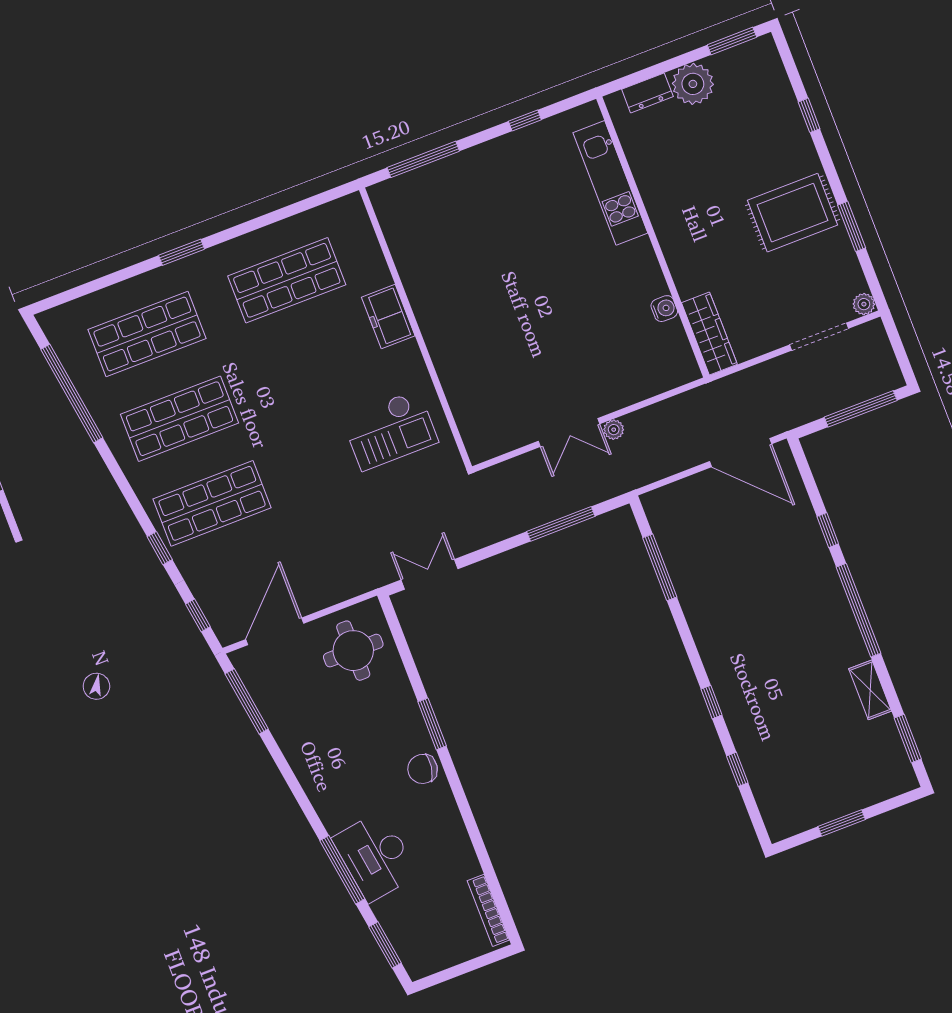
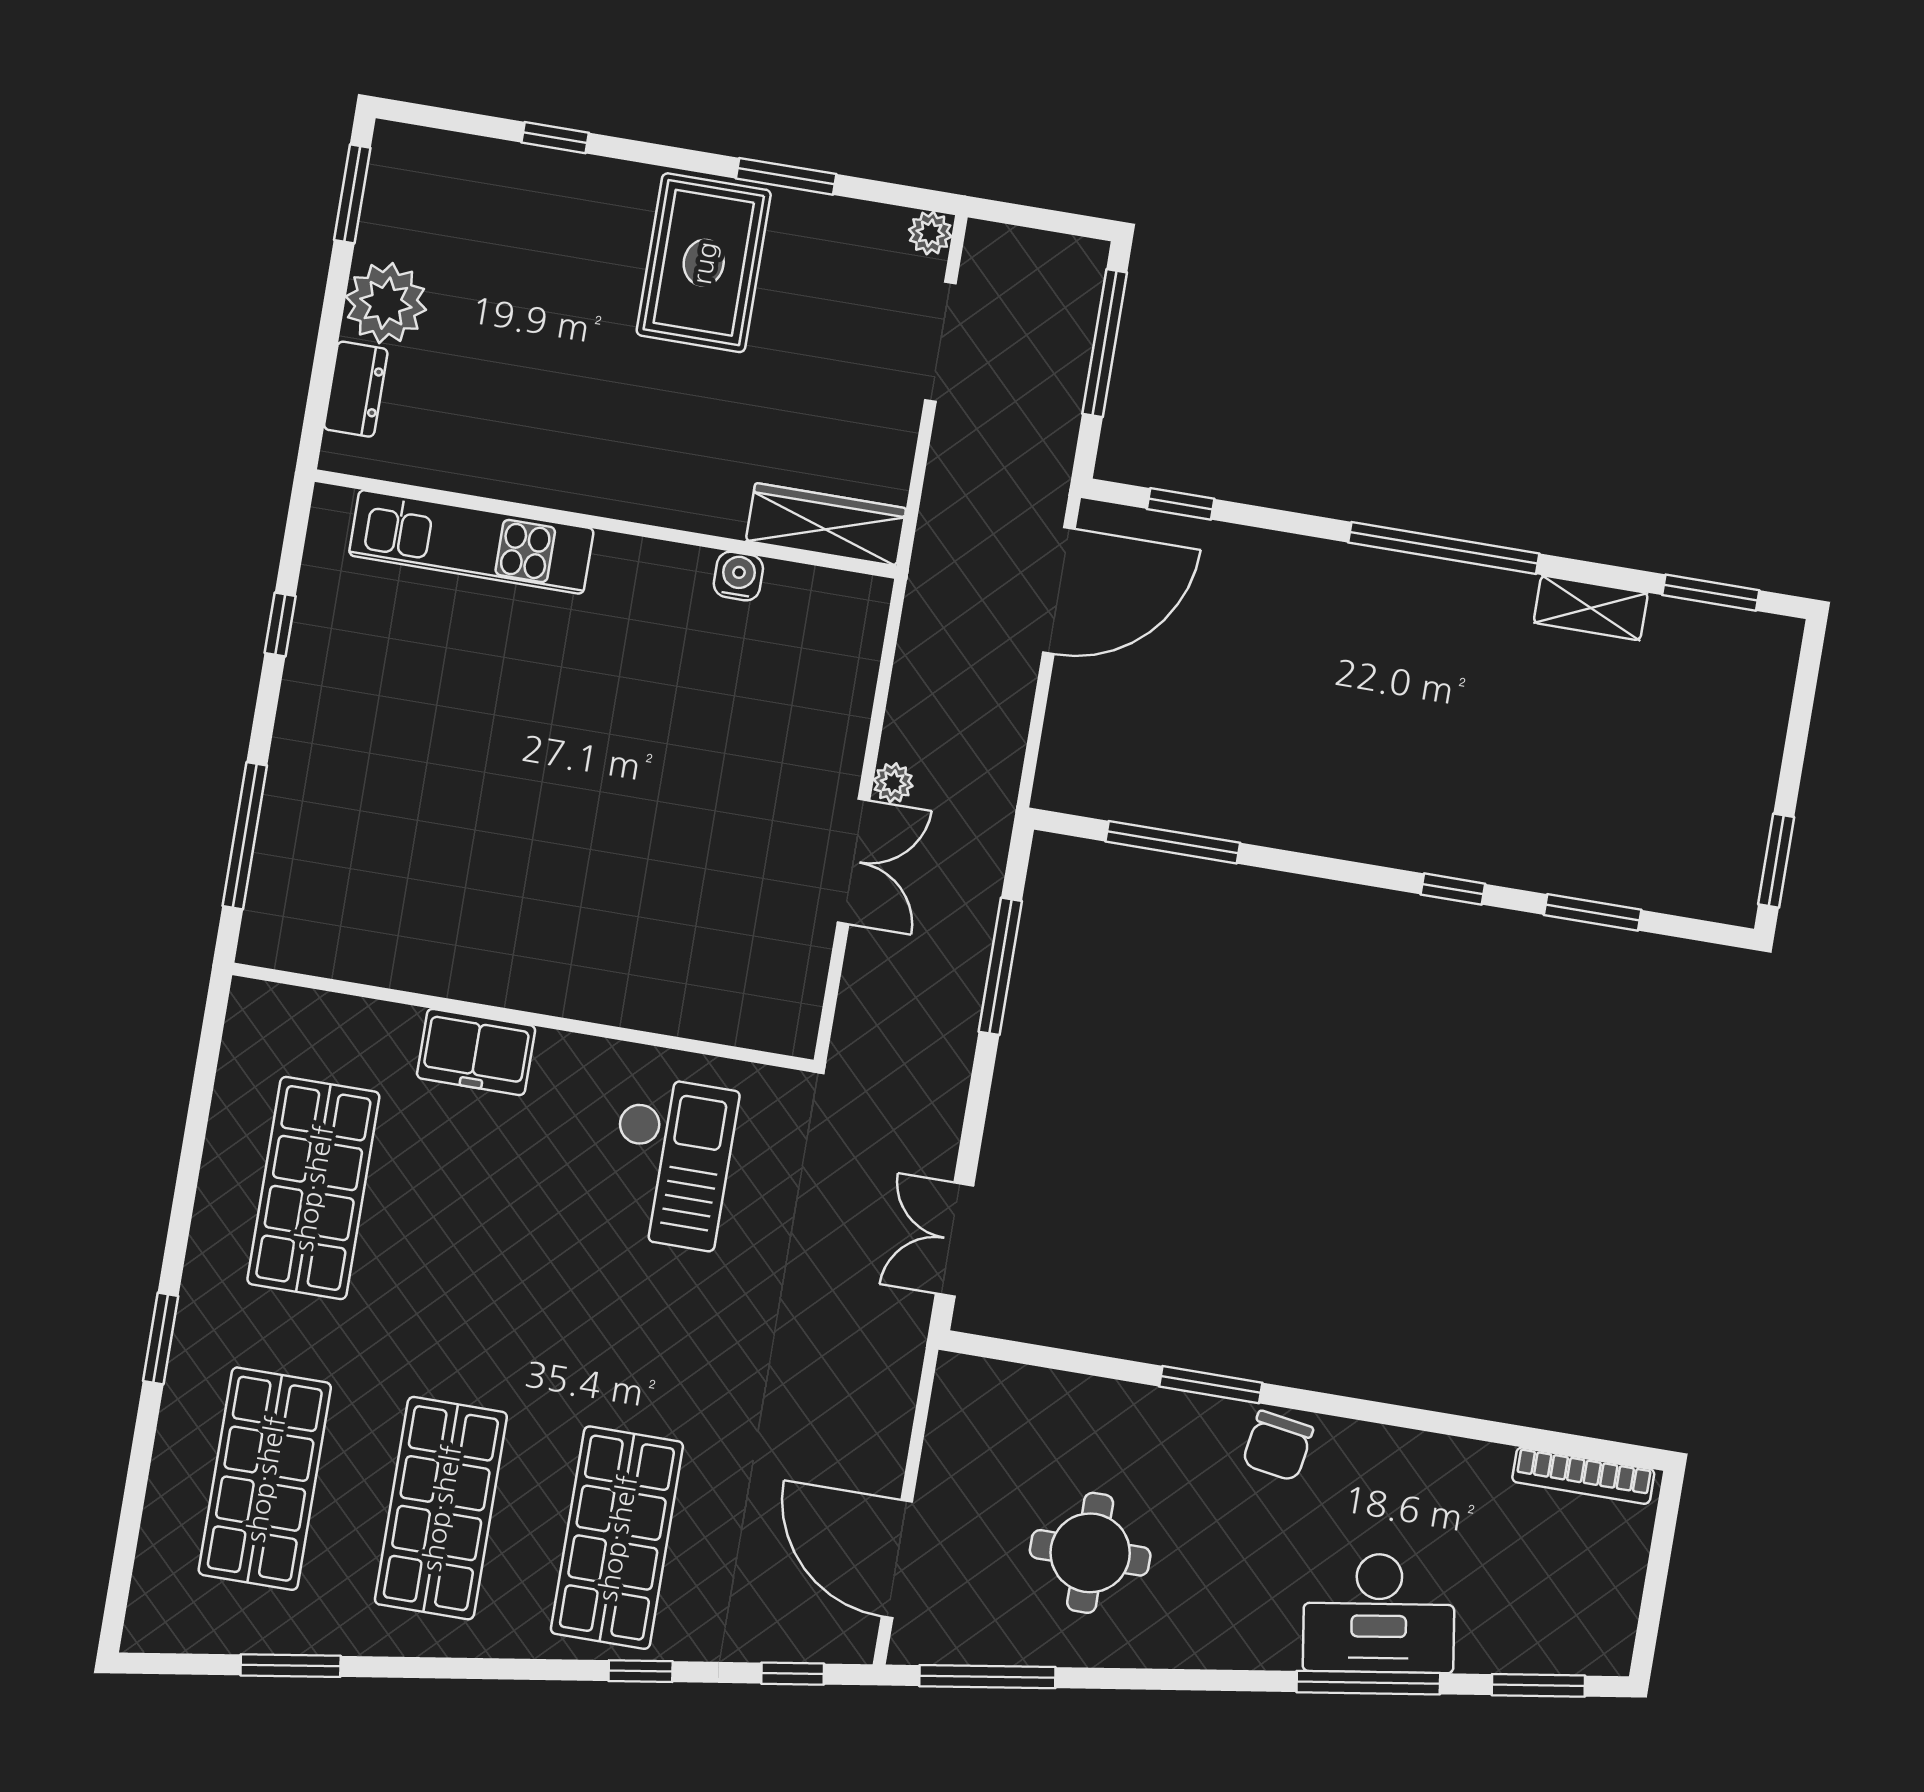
window: (72, 393) -> (291, 1666), width x0.47
window: (828, 530) -> (1181, 504), moved
round table: (353, 651) -> (1090, 1553), moved
window: (737, 769) -> (1593, 912), width x1.50
window: (842, 823) -> (1776, 861), moved

